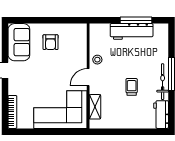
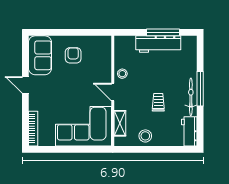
armchair: (51, 42) -> (73, 55), turned 180
door: (88, 77) -> (113, 92), hinge flipped
stool: (119, 119) -> (145, 136), added

